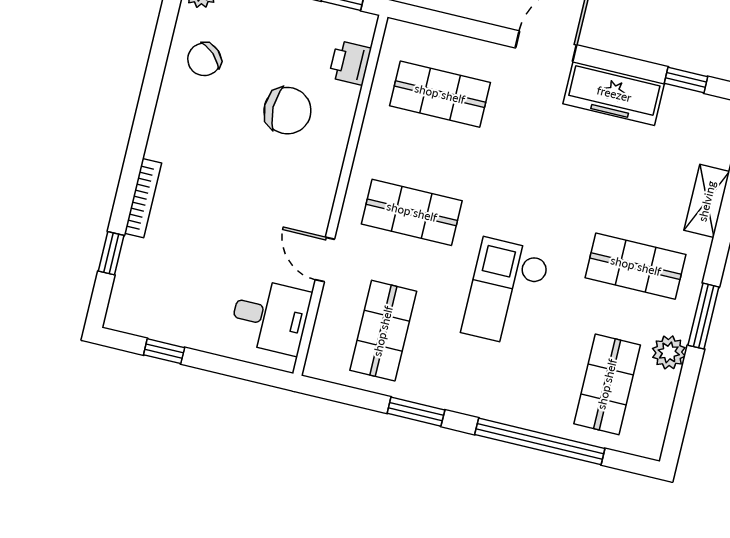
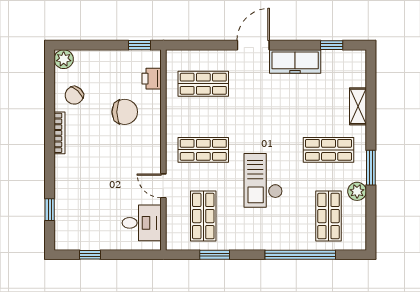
bookcase: (143, 198) -> (59, 133), moved
window: (416, 412) -> (215, 255), moved

